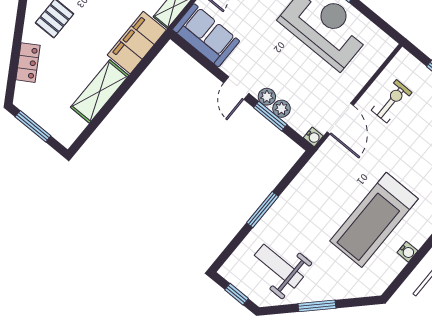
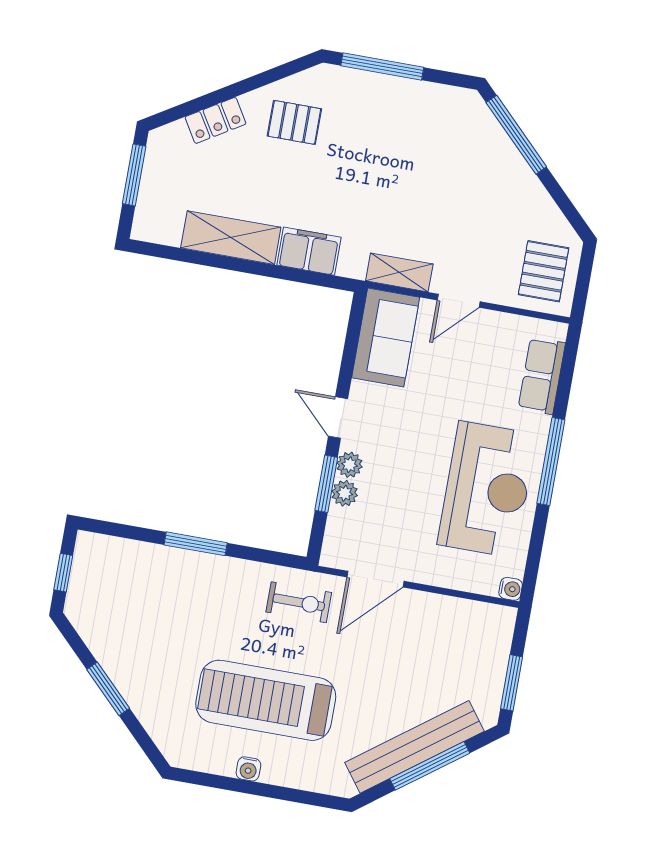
filing cabinet: (137, 43) -> (309, 251), width x0.67, depth x0.86
door: (236, 88) -> (338, 417), hinge flipped
exercise bike: (392, 101) -> (299, 602), moved
water cooler: (313, 137) -> (511, 589), moved, turned -90
weight bench: (279, 266) -> (133, 608), removed

